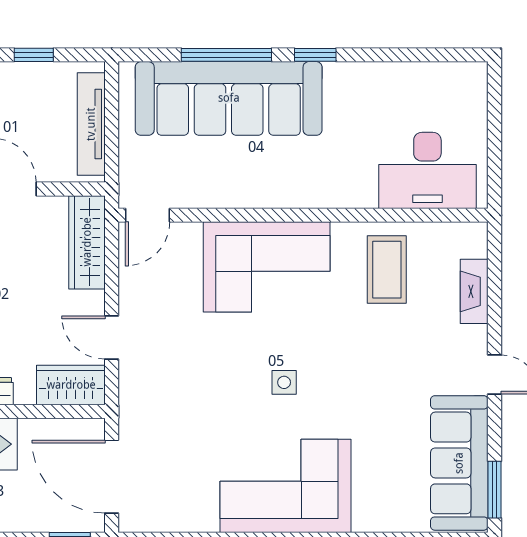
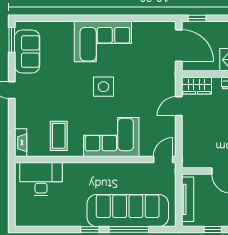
wardrobe: (87, 242) -> (189, 148), removed
fireplace: (474, 291) -> (21, 143), moved
door: (112, 338) -> (179, 106), swing flipped
side table: (284, 382) -> (104, 87), width x1.87, depth x1.87
sofa: (459, 463) -> (27, 51), width x0.73

